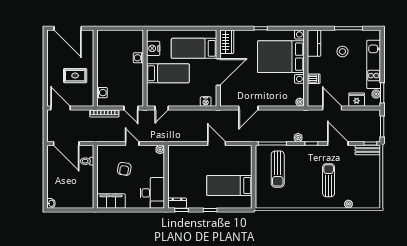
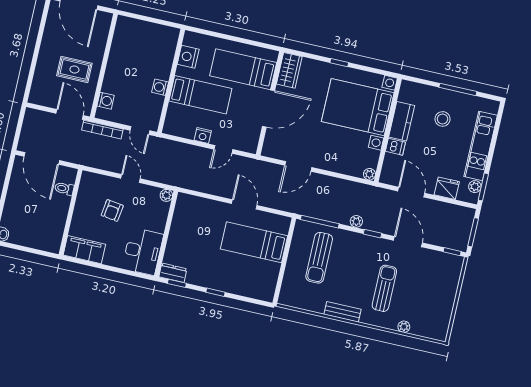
kitchen counter: (314, 43) -> (402, 121), moved
washing machine: (138, 58) -> (160, 87), moved
nightstand: (206, 102) -> (203, 135), moved
door: (60, 108) -> (70, 114), moved
door: (162, 108) -> (223, 149), moved
bench: (368, 150) -> (343, 312), moved
bed: (229, 186) -> (254, 242), moved

